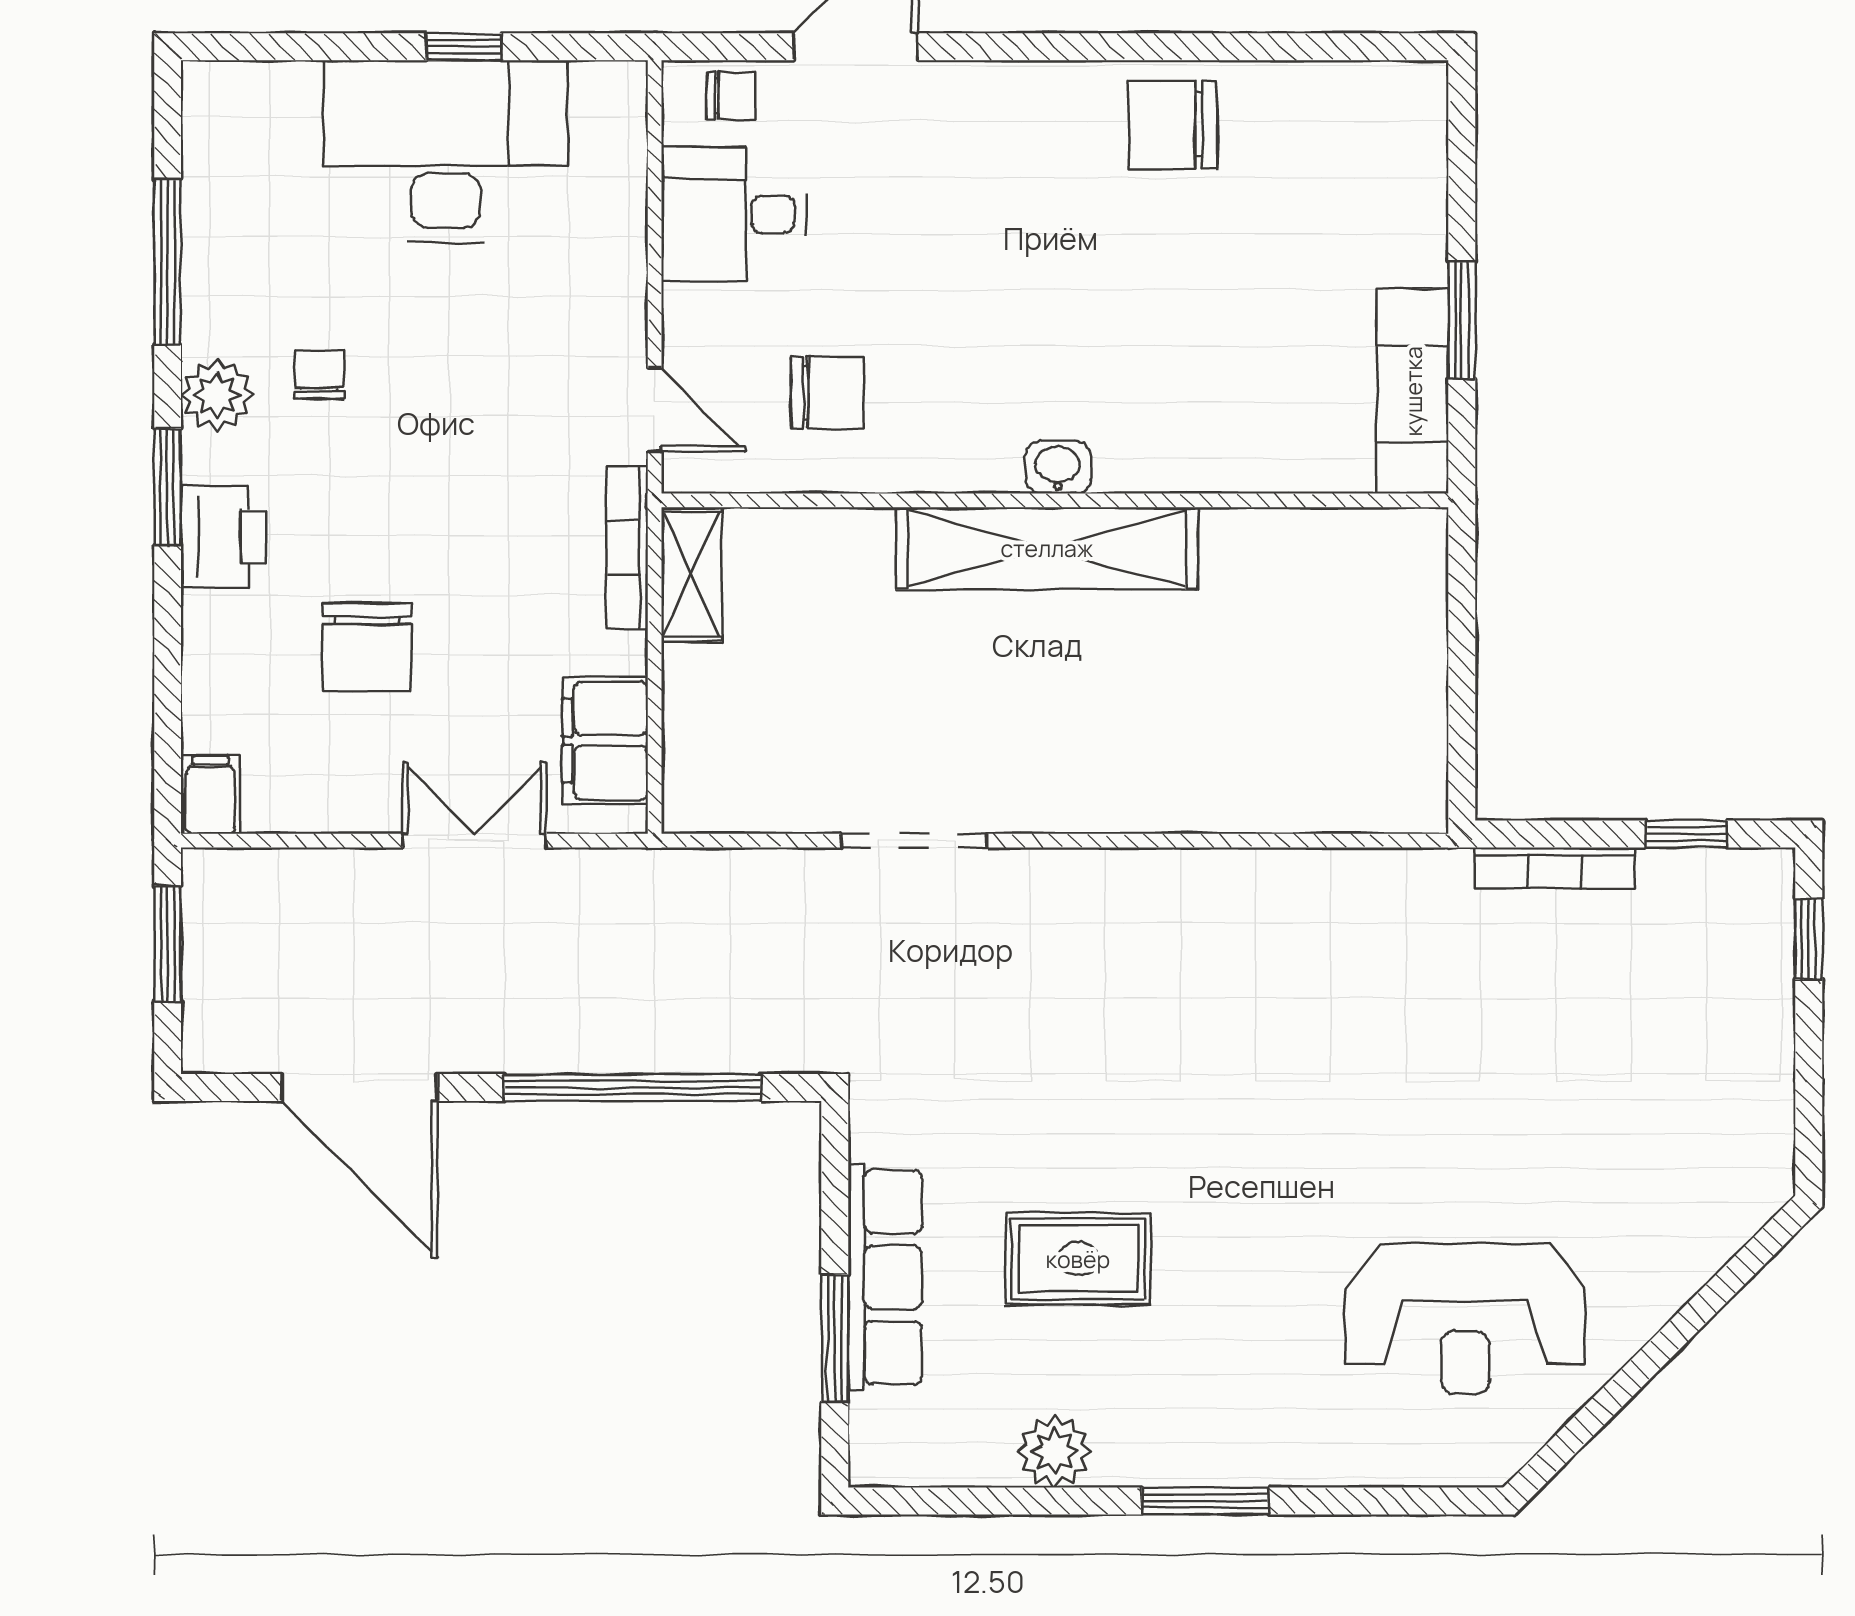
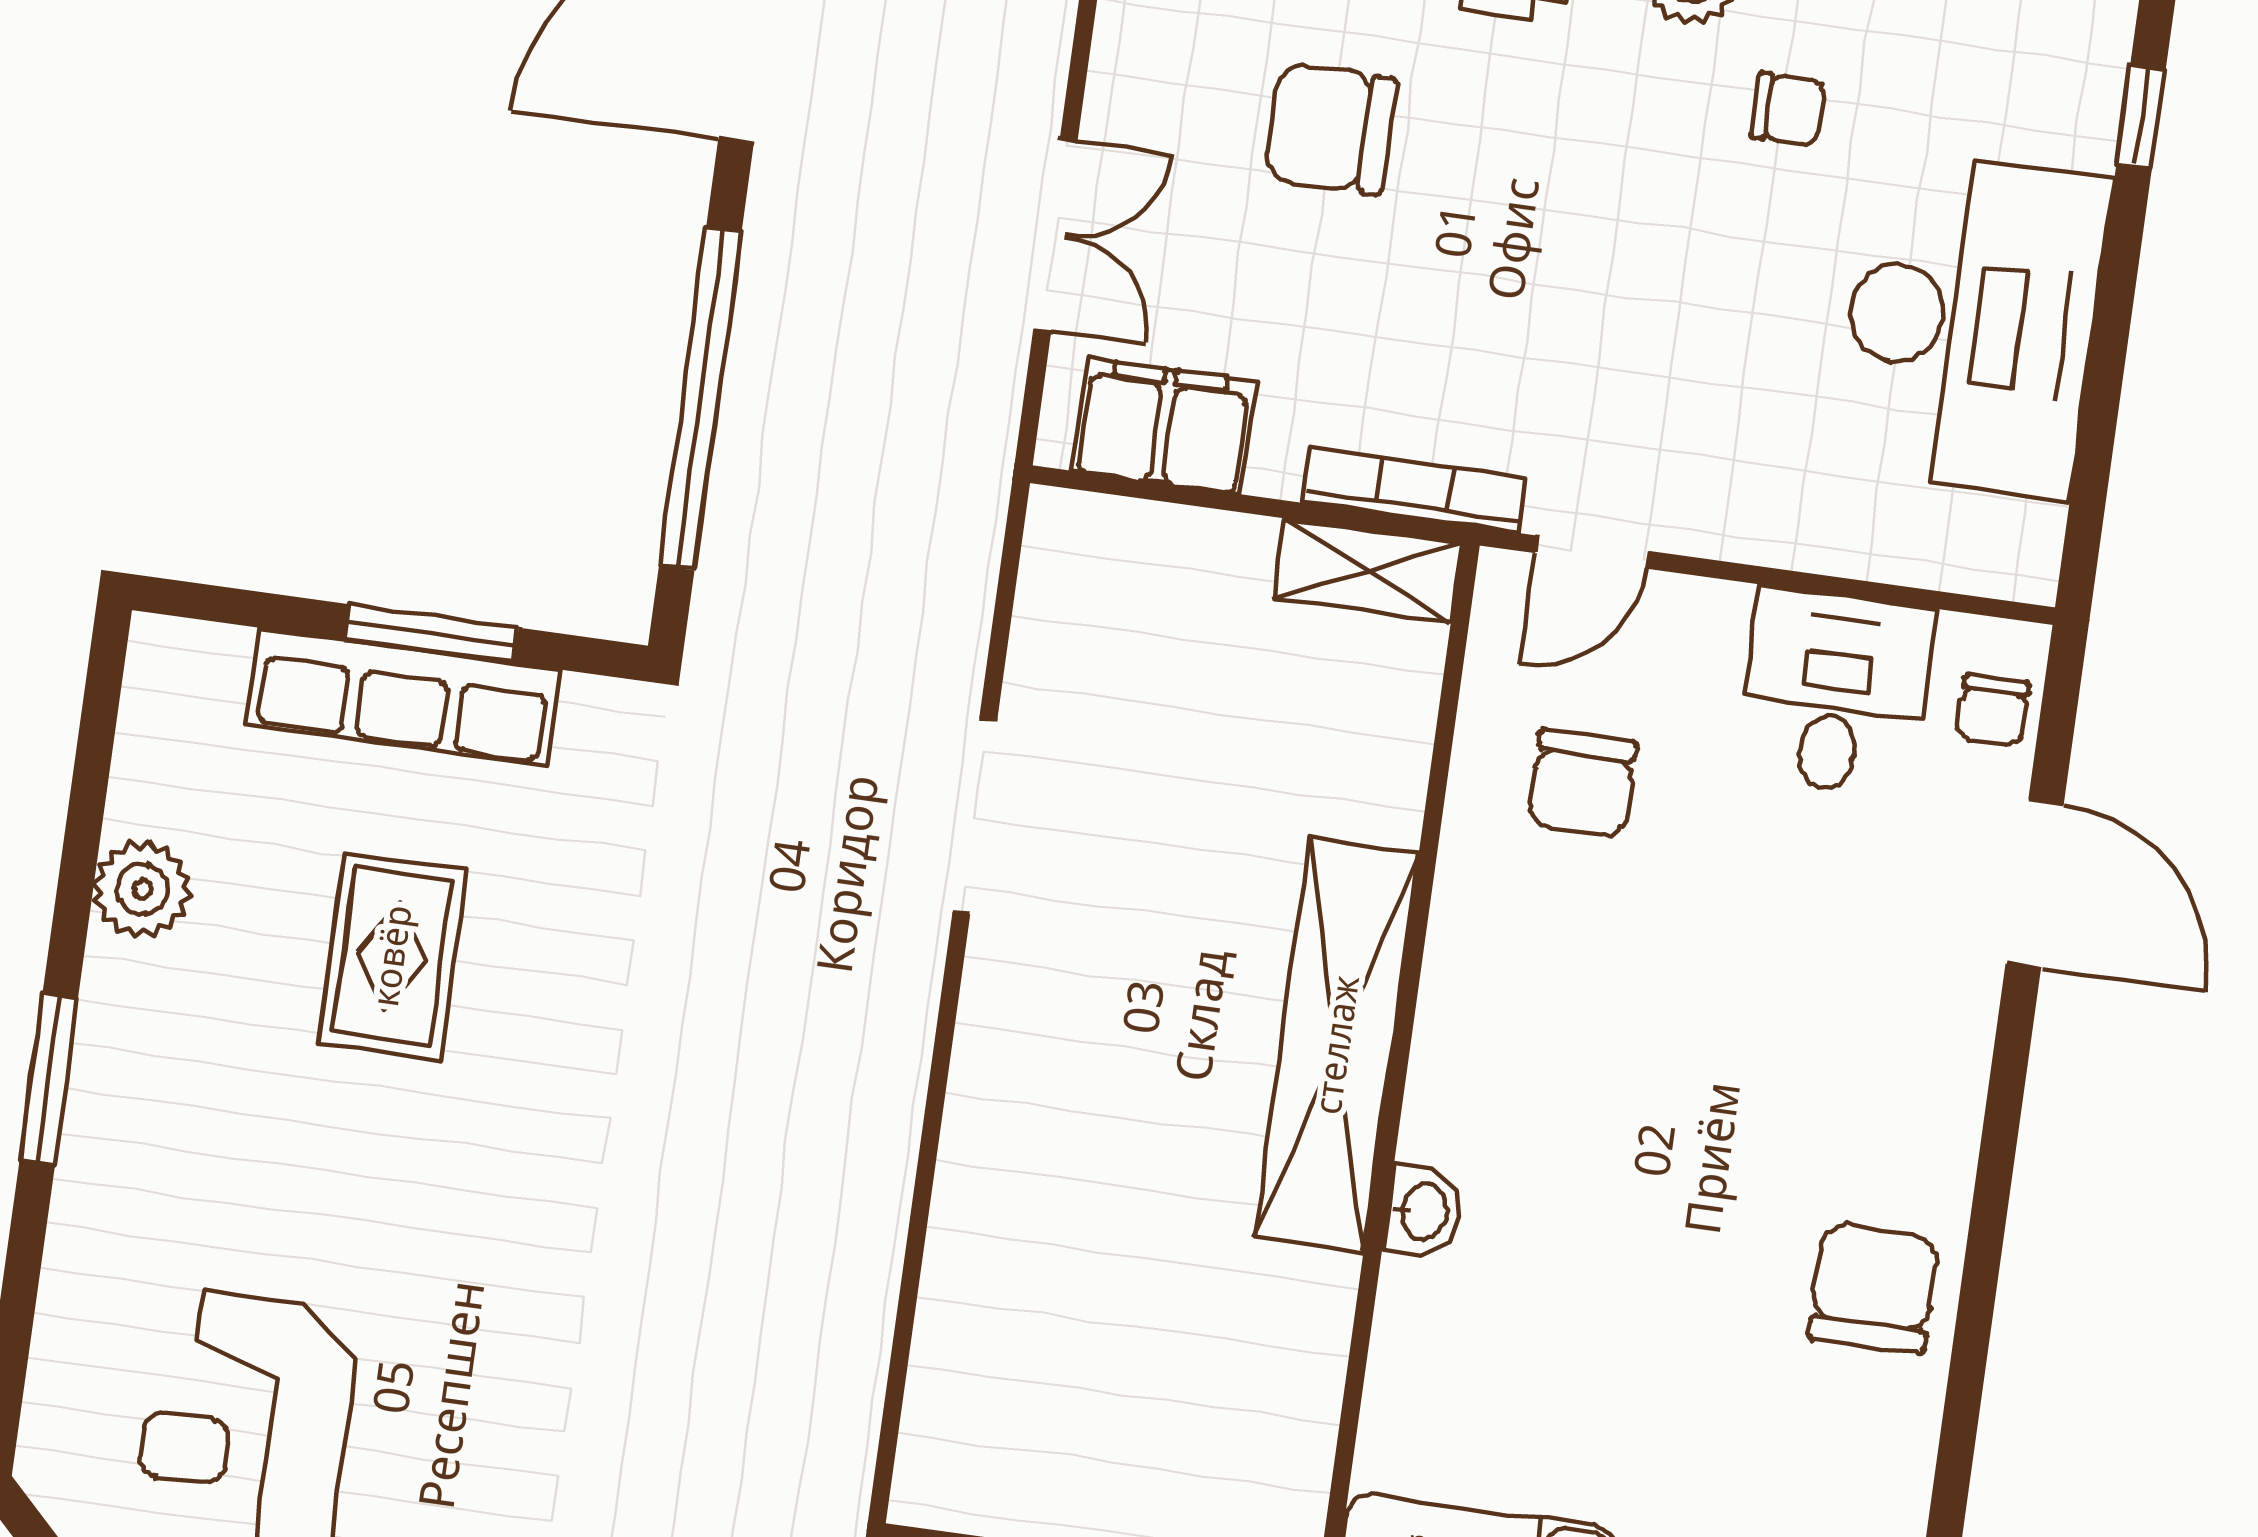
window: (464, 47) -> (2141, 116), moved
chair: (320, 374) -> (1788, 109), moved
washbasin: (1058, 467) -> (1423, 1212), moved
window: (835, 1338) -> (432, 634), moved

